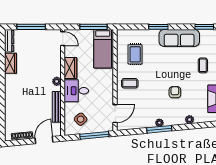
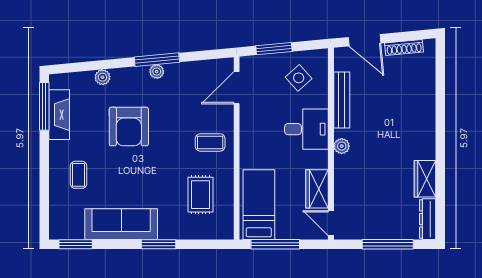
wardrobe: (70, 68) -> (317, 189), moved
armchair: (175, 92) -> (129, 127), width x1.88, depth x1.88
window: (94, 135) -> (274, 49), width x0.69
door: (44, 140) -> (365, 40), hinge flipped

